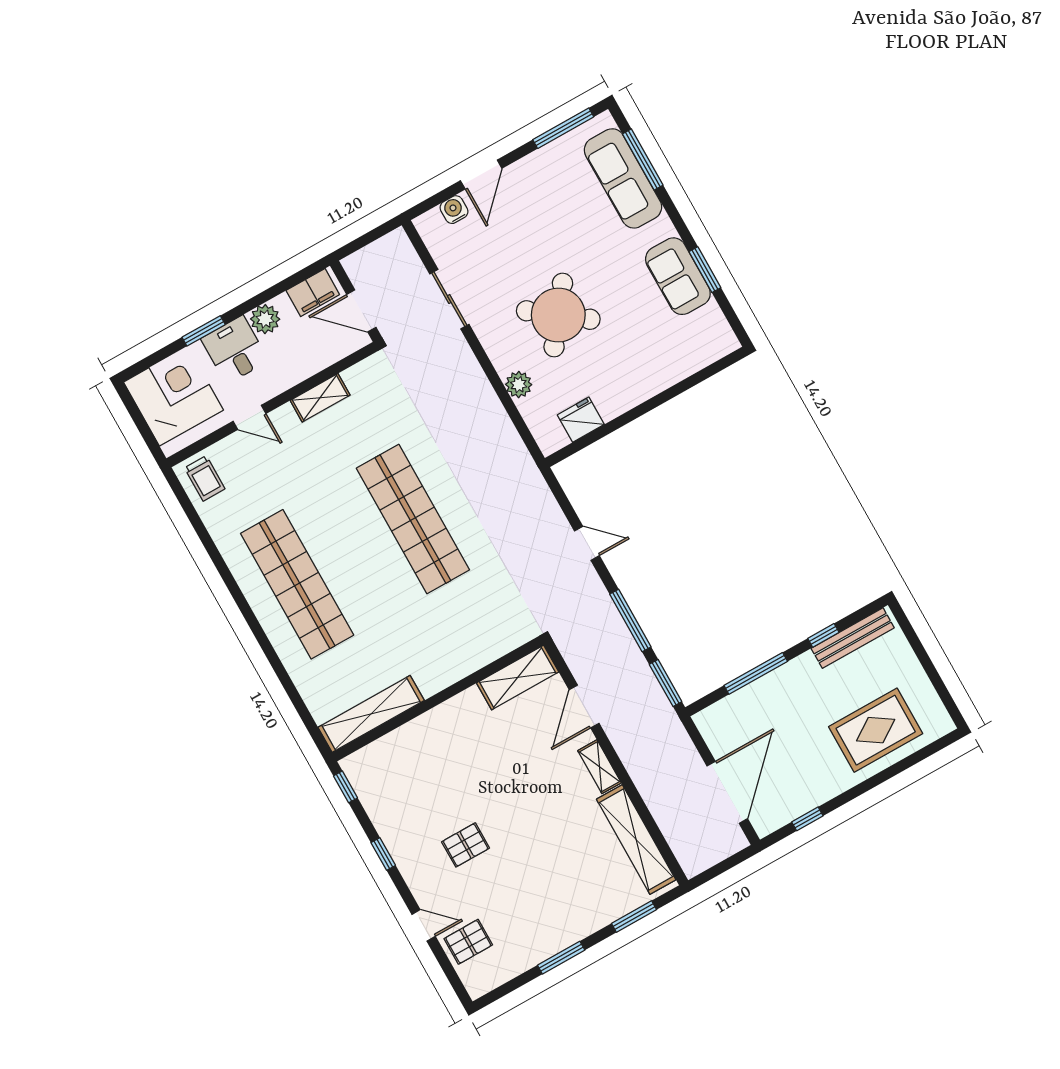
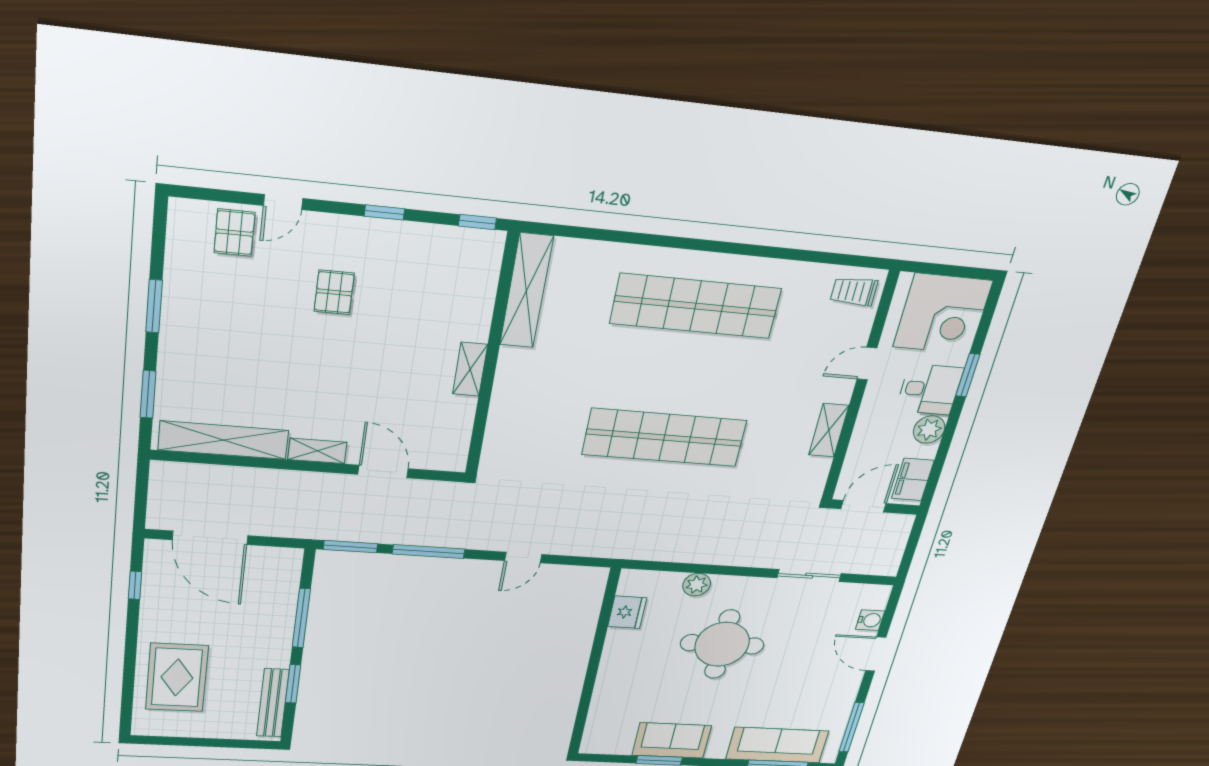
round table: (558, 315) -> (722, 644), turned -37
window: (823, 635) -> (293, 684), width x1.50
shelving: (518, 677) -> (470, 369), moved, width x0.67, depth x0.75

